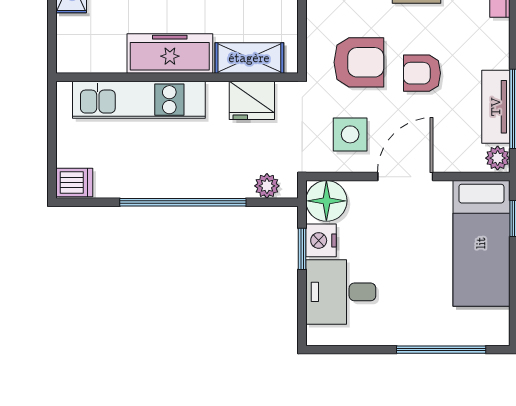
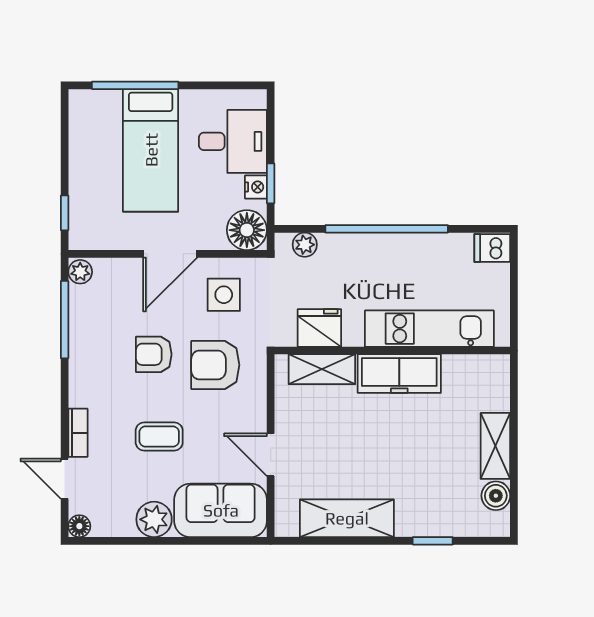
armchair: (422, 73) -> (154, 354), turned 180
tv unit: (496, 107) -> (82, 322), removed
nightstand: (321, 240) -> (256, 187), width x0.72, depth x0.74
bed: (481, 243) -> (151, 150), moved, turned 180

